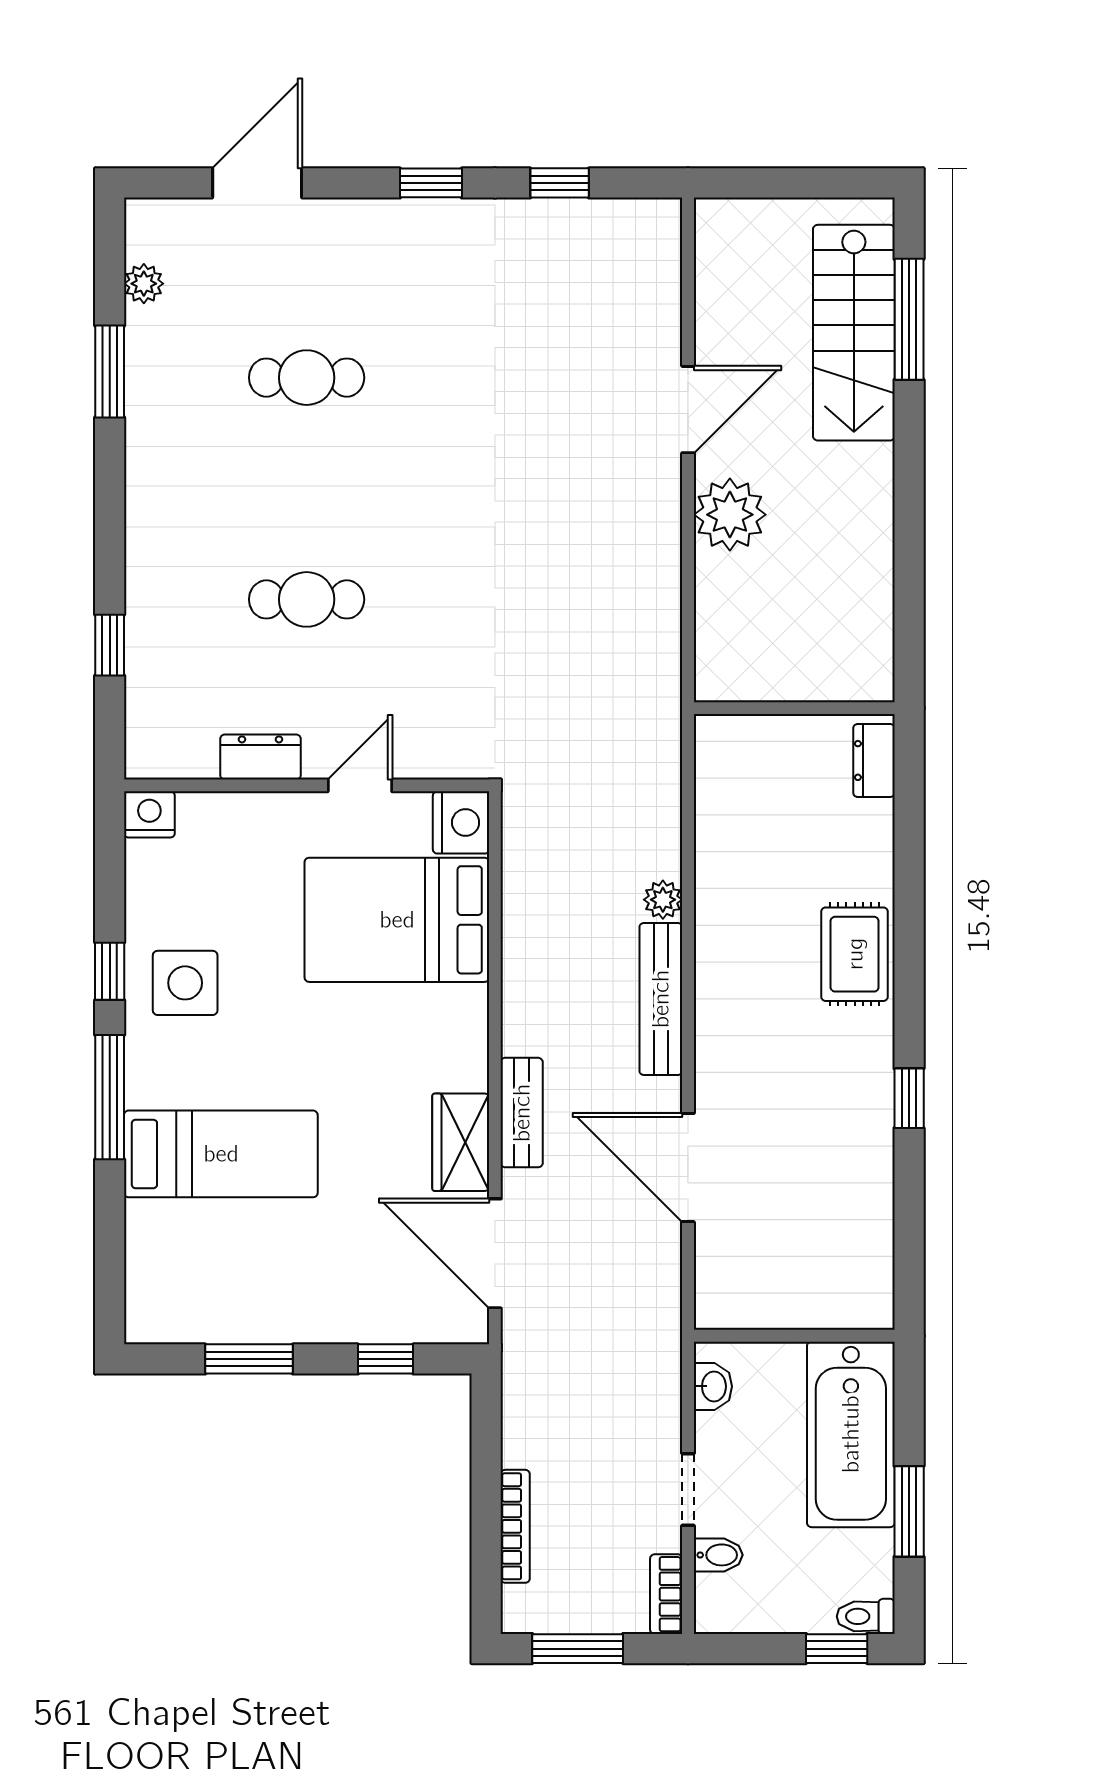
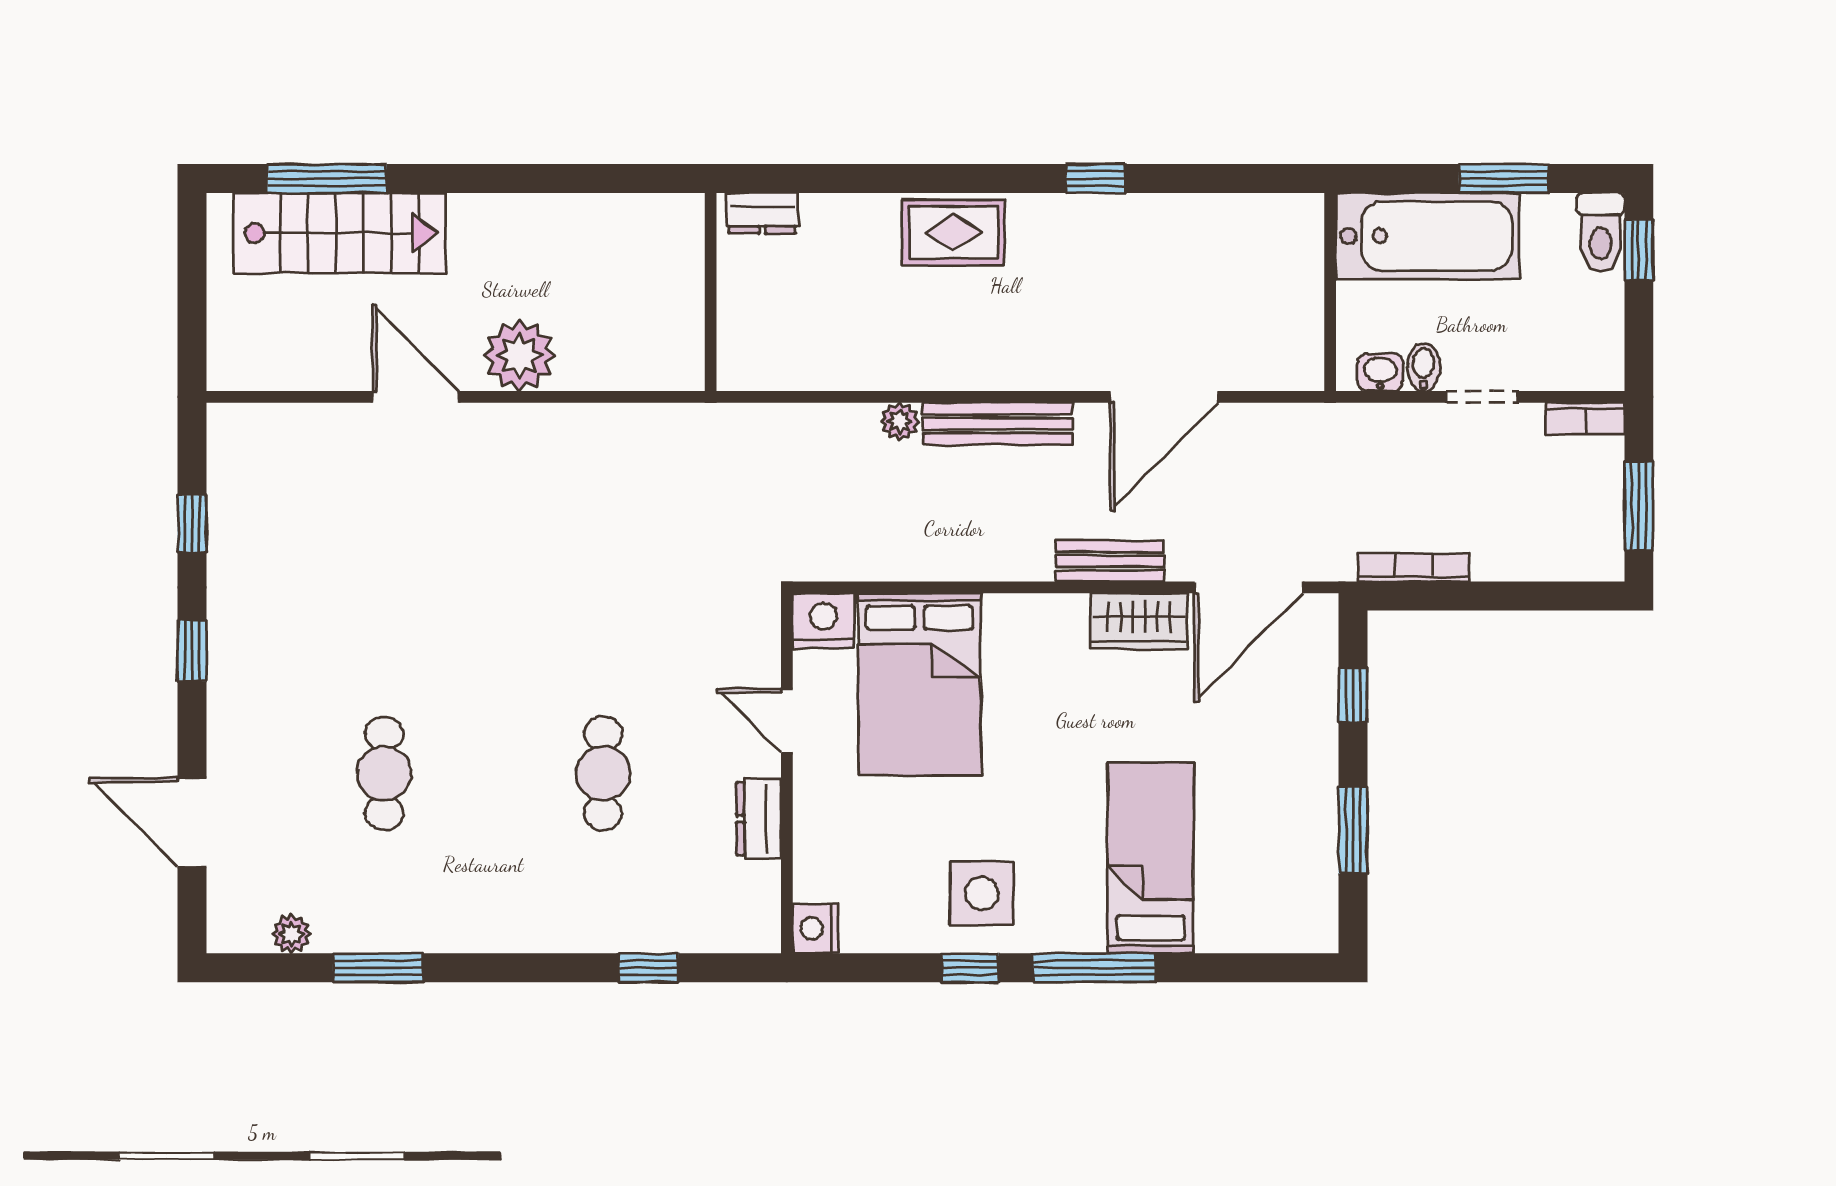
bookcase: (515, 1526) -> (1414, 567), moved
bidet: (718, 1555) -> (1424, 367), moved
toilet: (866, 1616) -> (1601, 232), width x1.37, depth x1.39

